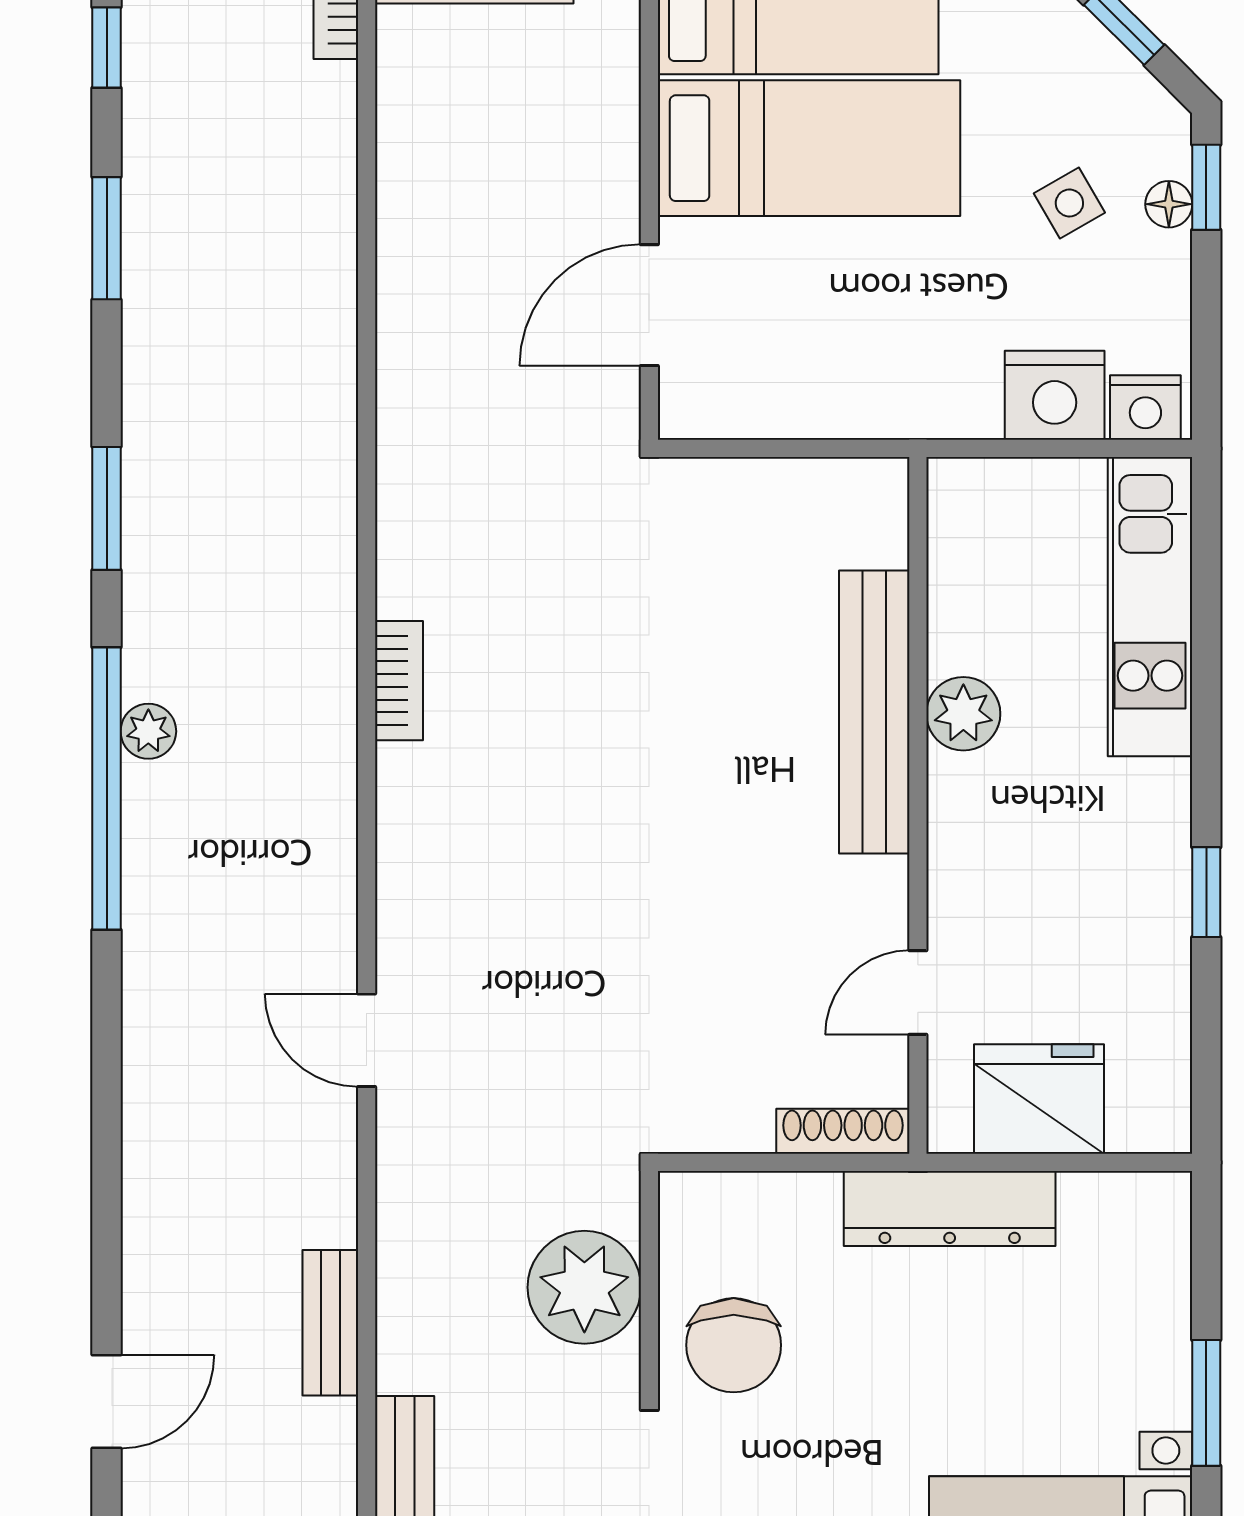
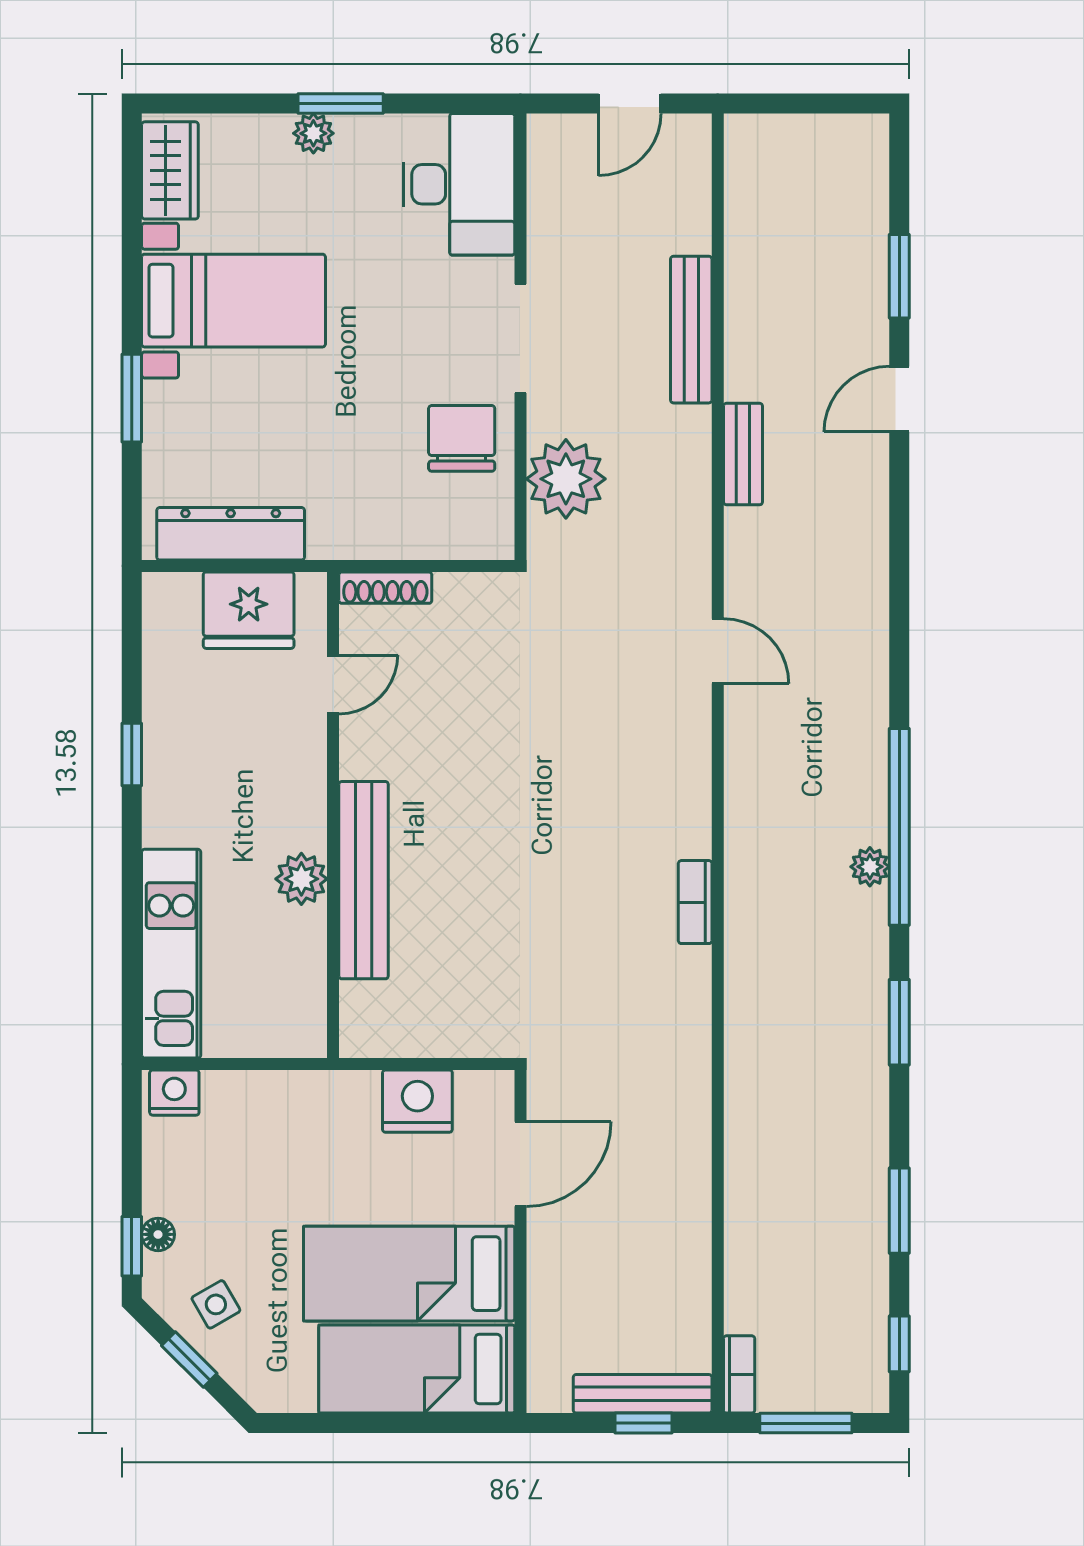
side table: (1069, 203) -> (216, 1304), moved
nightstand: (1055, 395) -> (417, 1101), moved
dresser: (950, 1209) -> (231, 534), moved

